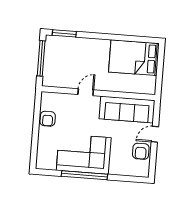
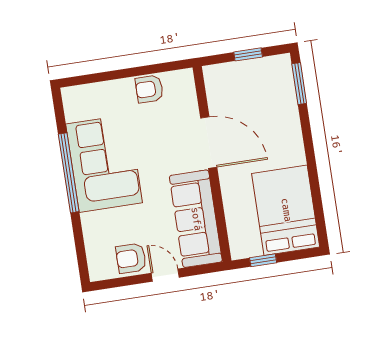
window: (41, 58) -> (248, 54), width x0.46
window: (159, 77) -> (263, 260), added
door: (86, 92) -> (209, 143), width x1.88

